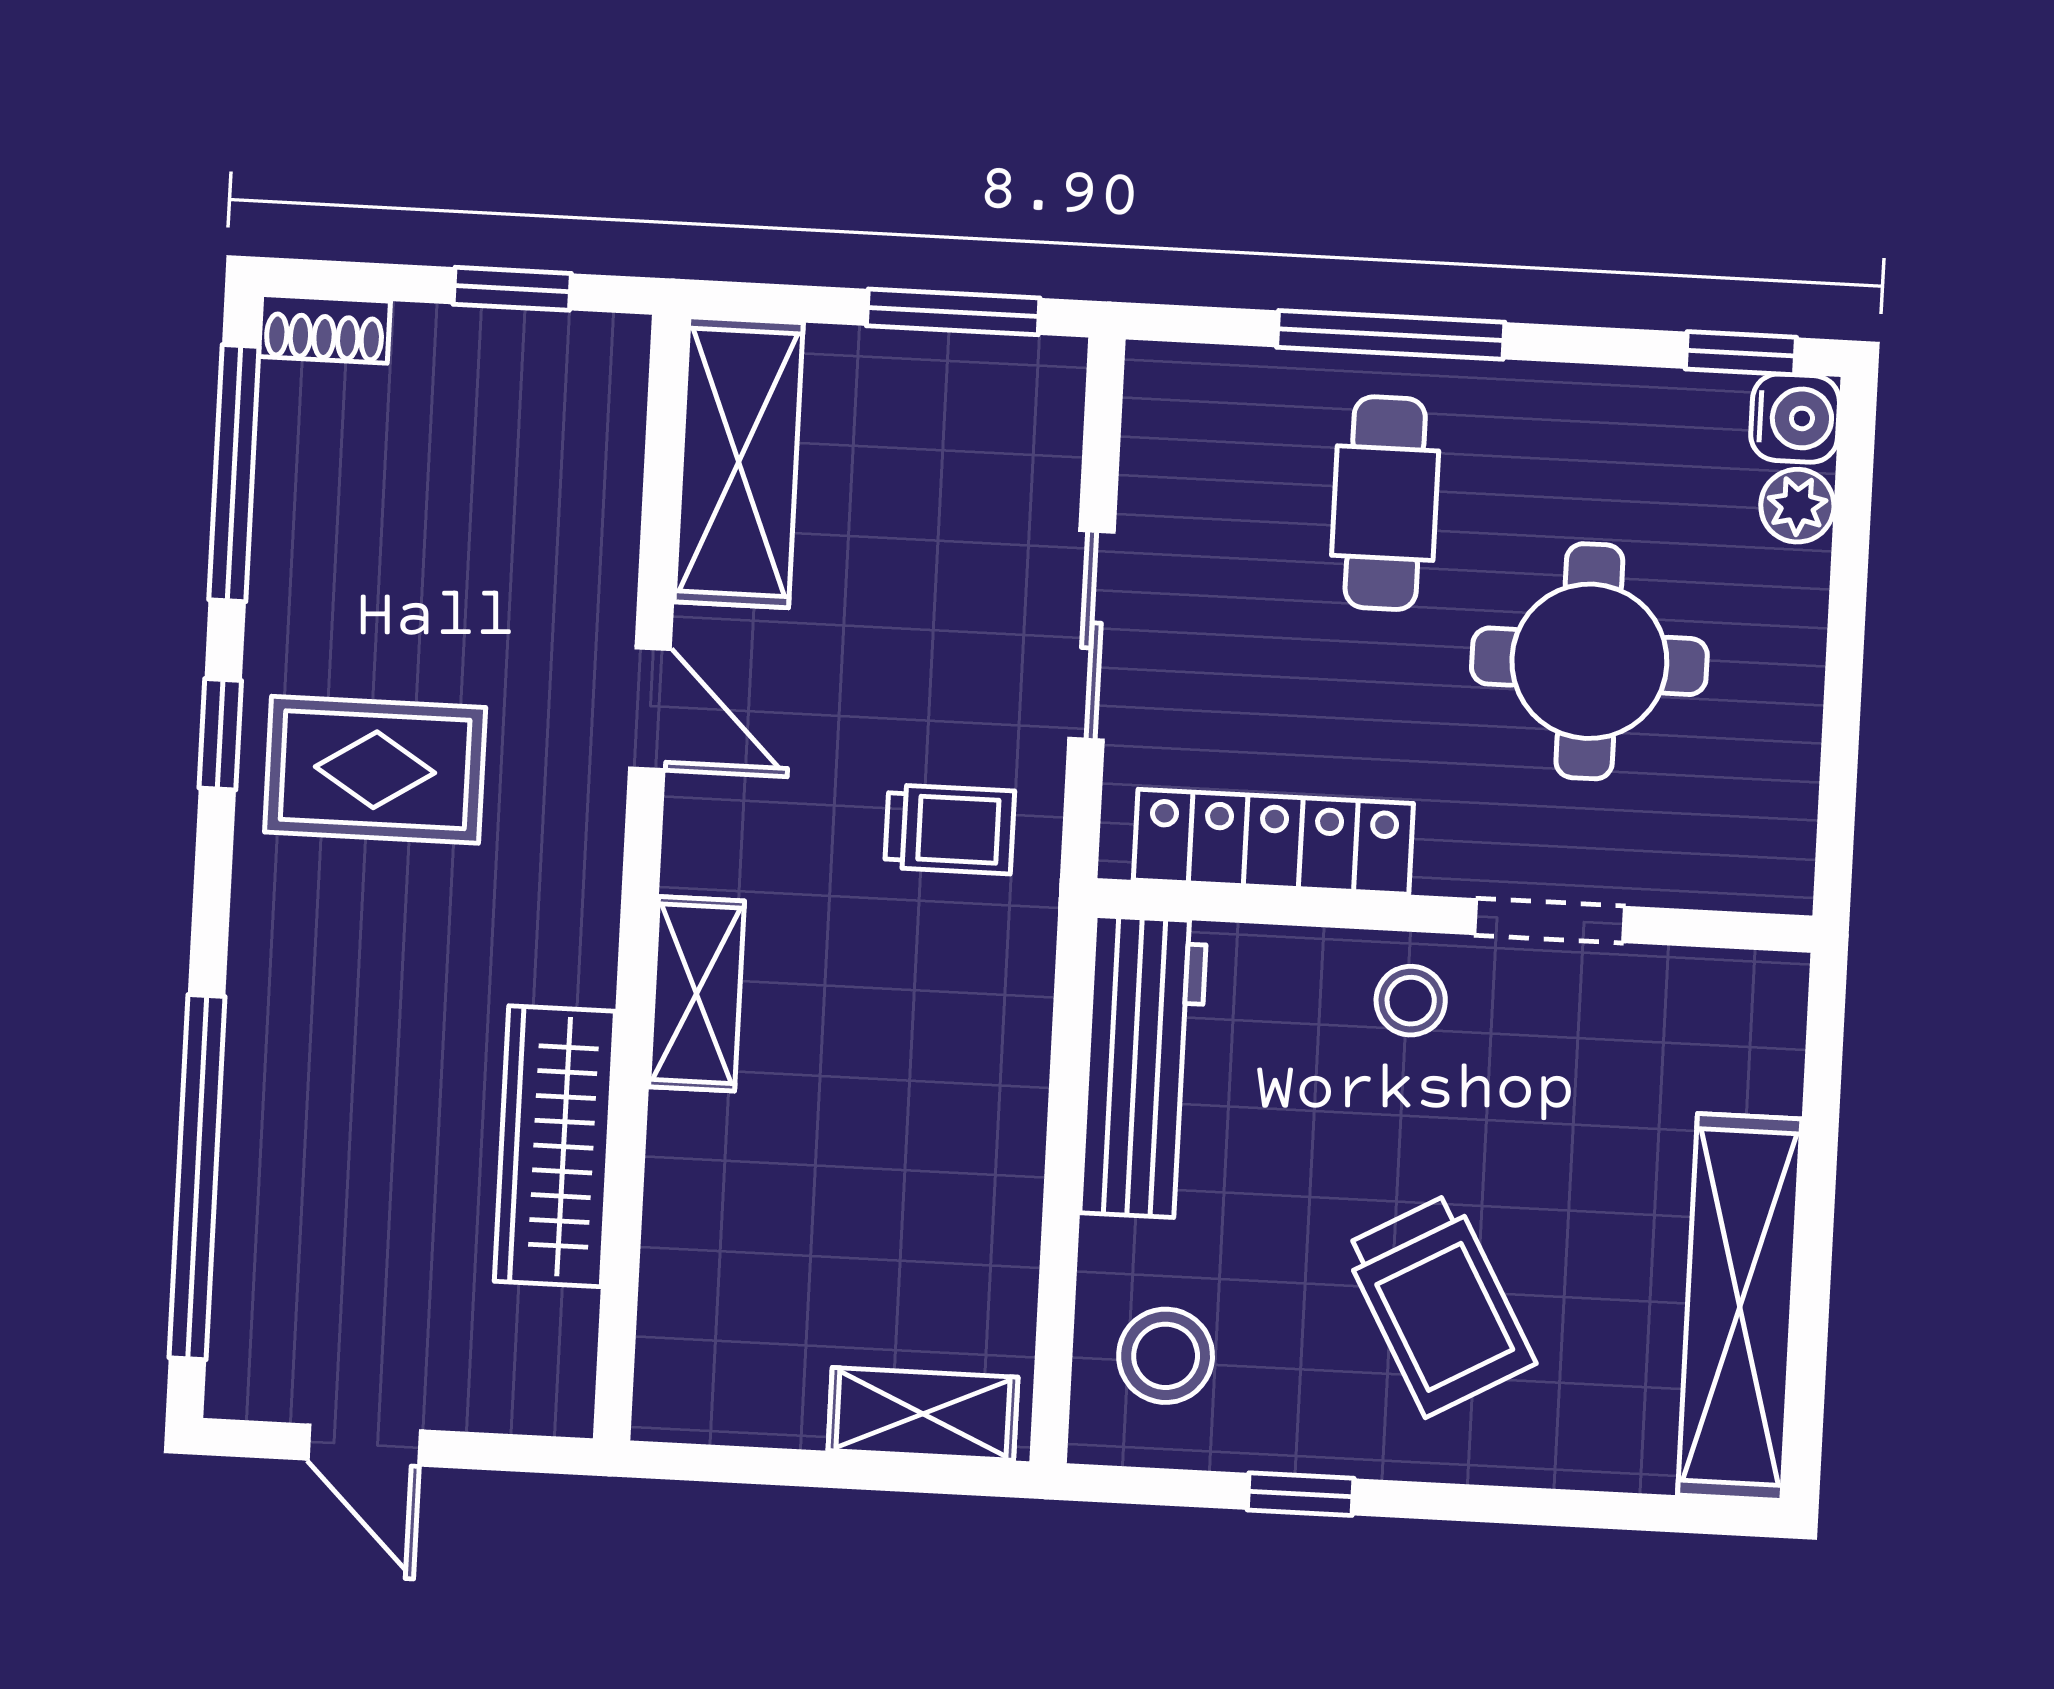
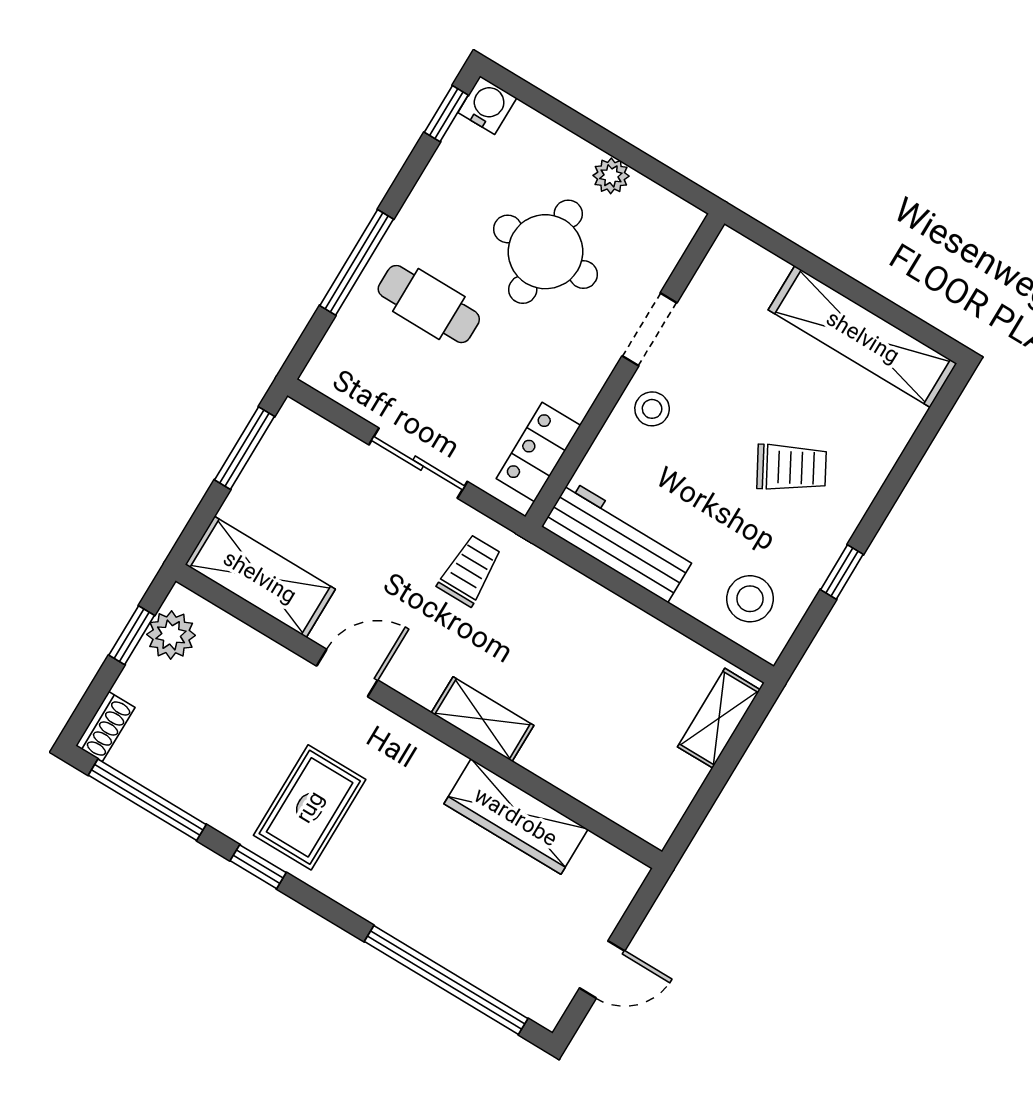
plant: (550, 359) -> (171, 635), added
plant: (1797, 506) -> (611, 176), moved
locker: (1273, 842) -> (538, 452), width x0.66
trolley: (1439, 1305) -> (792, 468), width x0.73, depth x0.72

